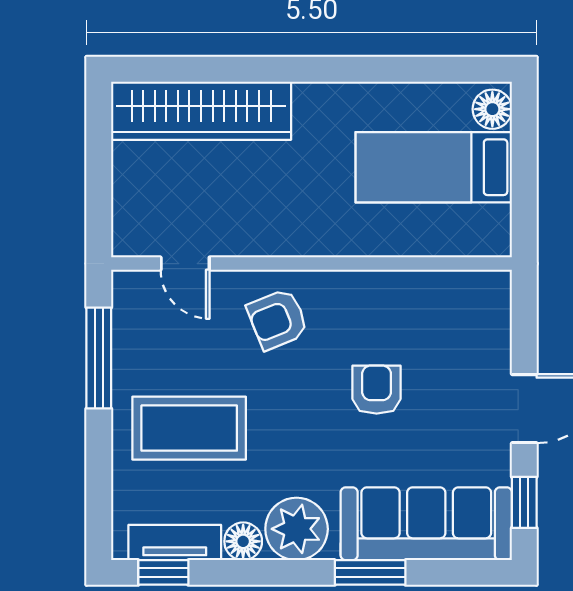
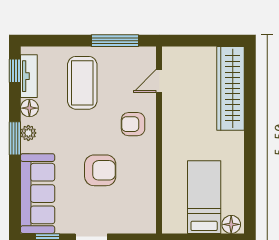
armchair: (278, 319) -> (133, 124), turned -68
armchair: (377, 390) -> (100, 170), width x1.38, depth x1.38
plant: (297, 529) -> (28, 133), width x0.53, depth x0.53
window: (370, 572) -> (15, 138), moved

